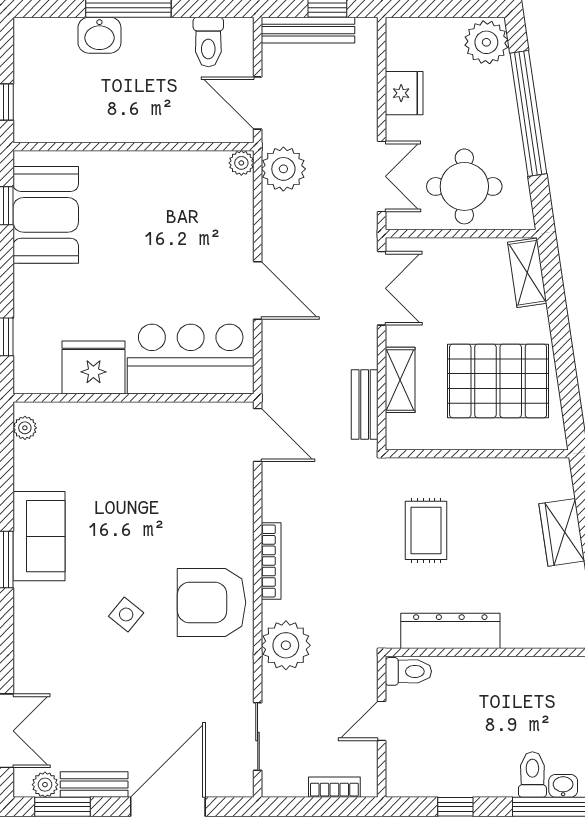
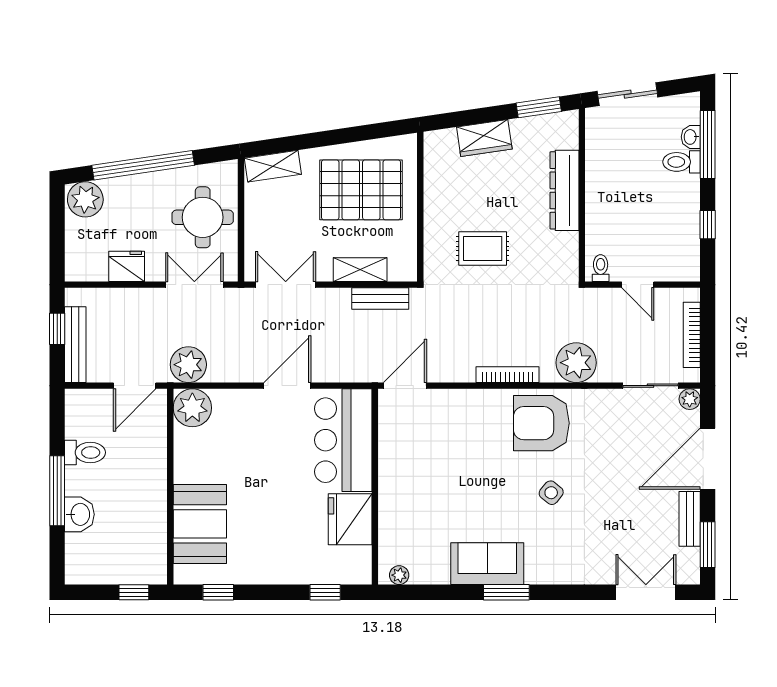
toilet: (208, 42) -> (85, 452), moved
plant: (241, 163) -> (192, 408), width x1.87, depth x1.87
booth: (46, 215) -> (200, 524), moved, turned 90
pallet: (498, 381) -> (361, 190), turned 90
armchair: (212, 602) -> (541, 423), turned 90
dresser: (450, 631) -> (564, 190), moved
toilet: (408, 671) -> (601, 268), width x0.73, depth x0.72
plant: (45, 785) -> (690, 399), moved
bookcase: (334, 787) -> (692, 335), width x1.56
door: (168, 807) -> (708, 459), hinge flipped

